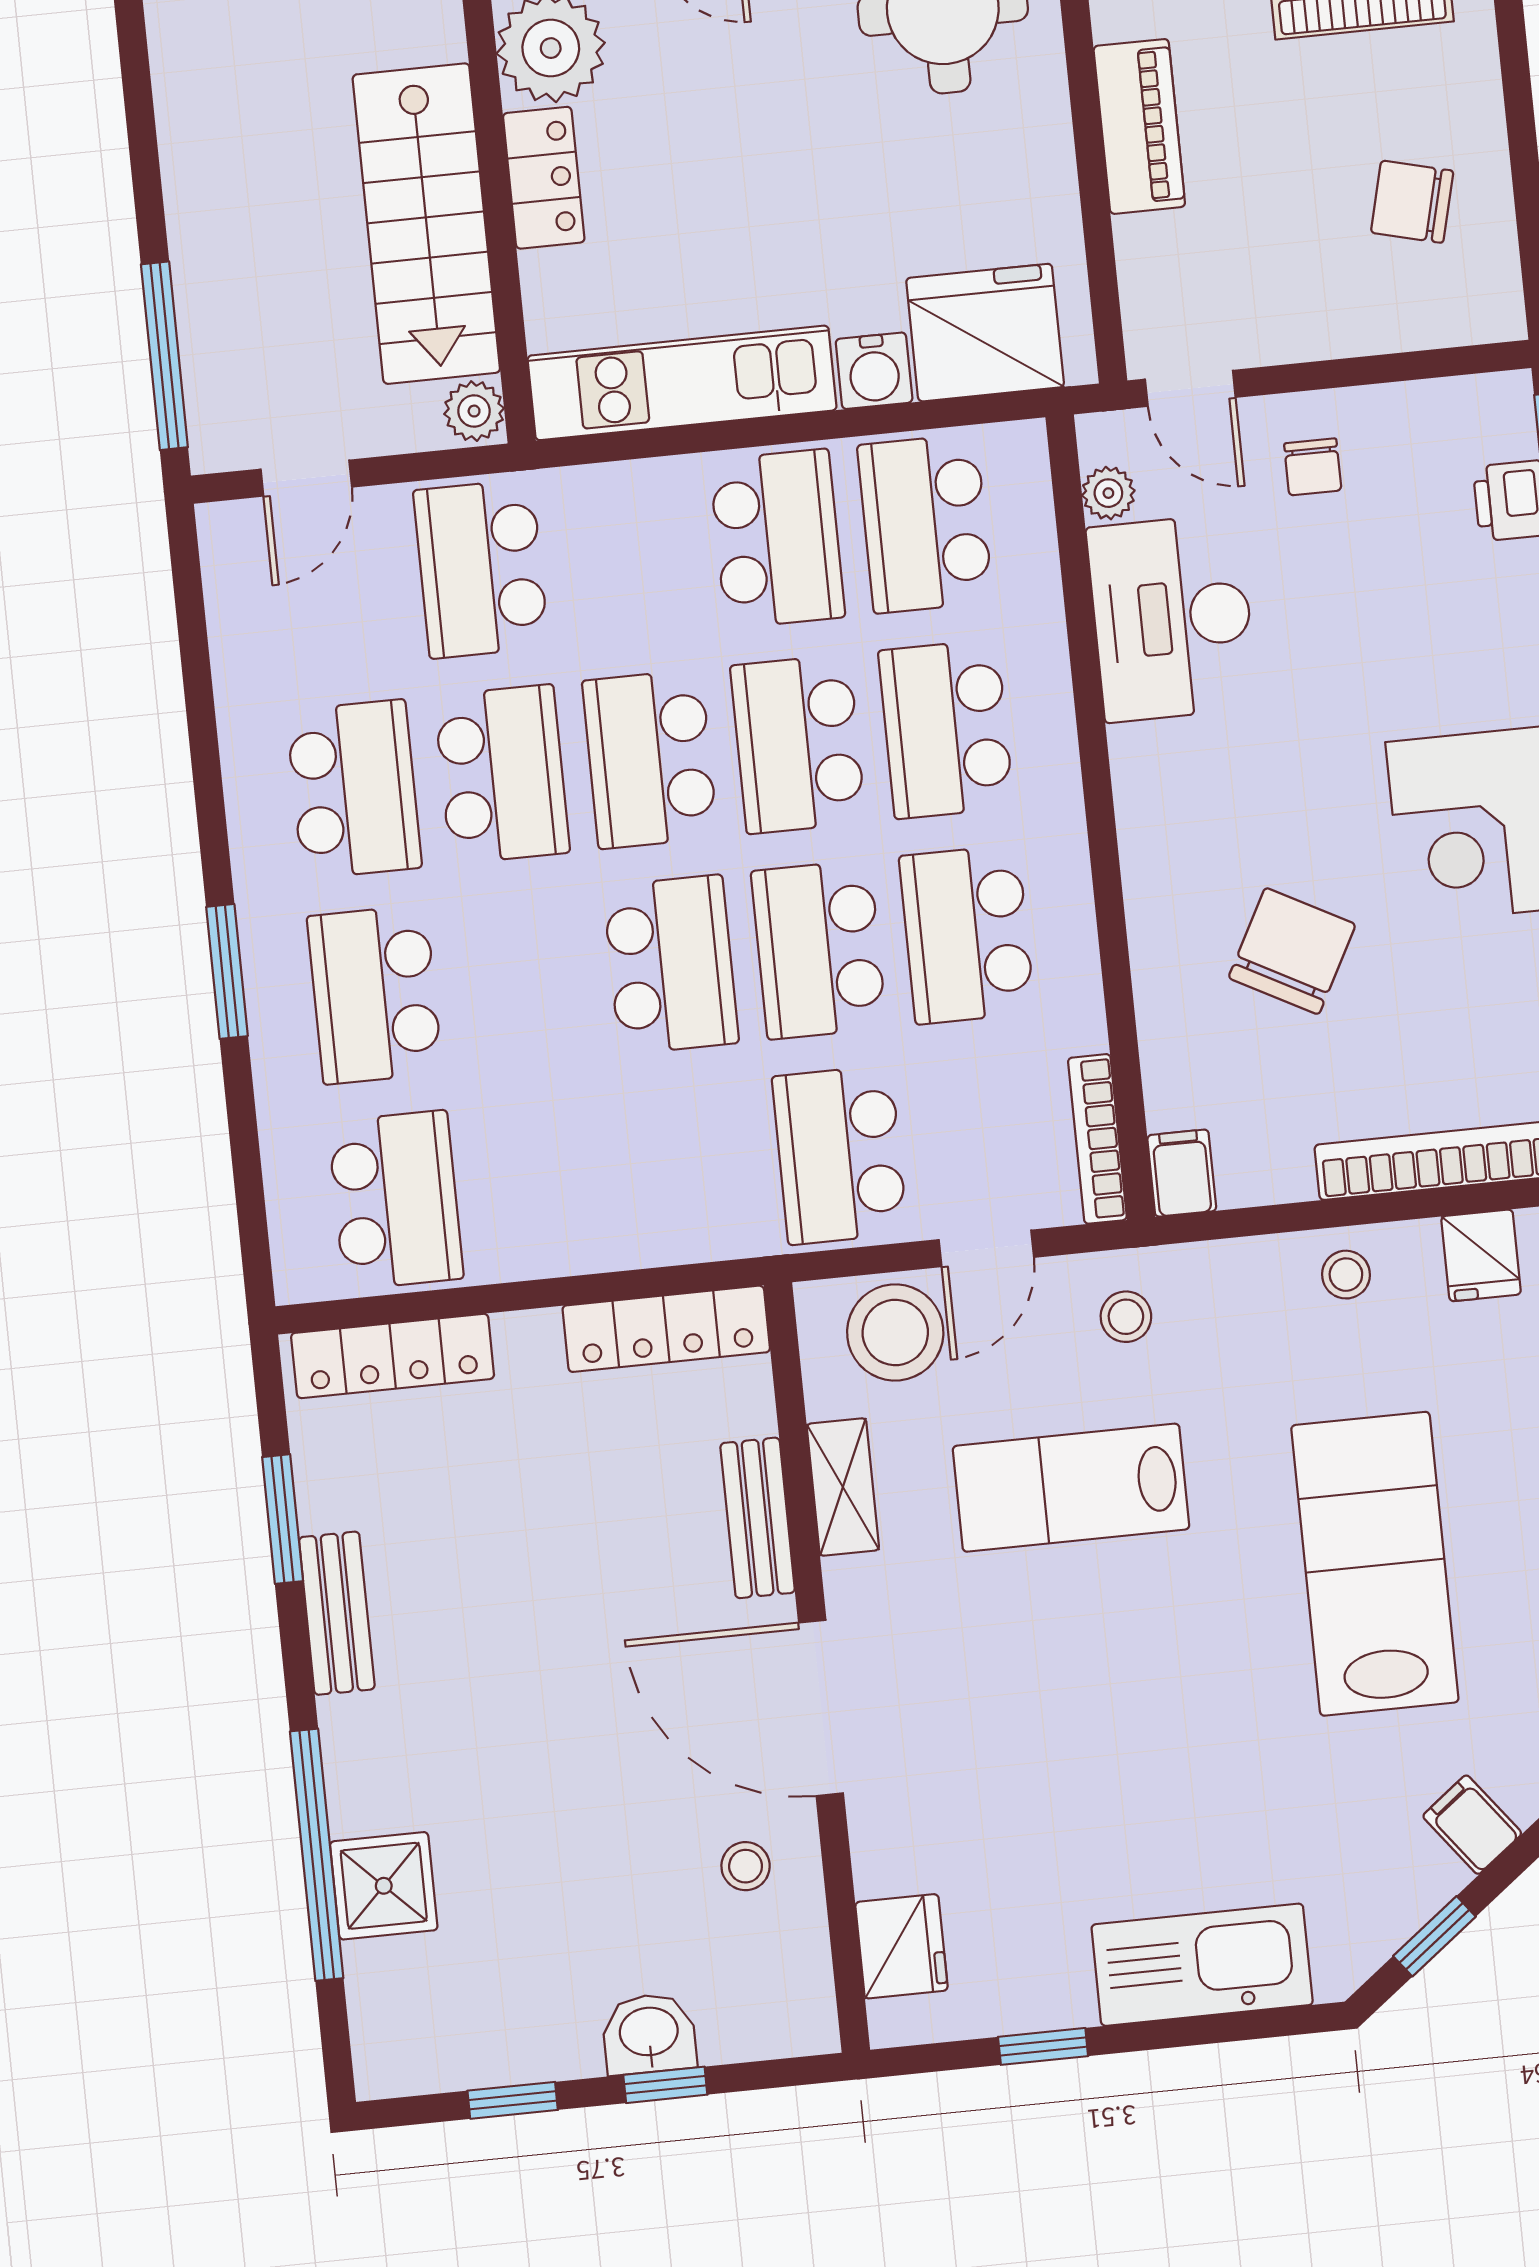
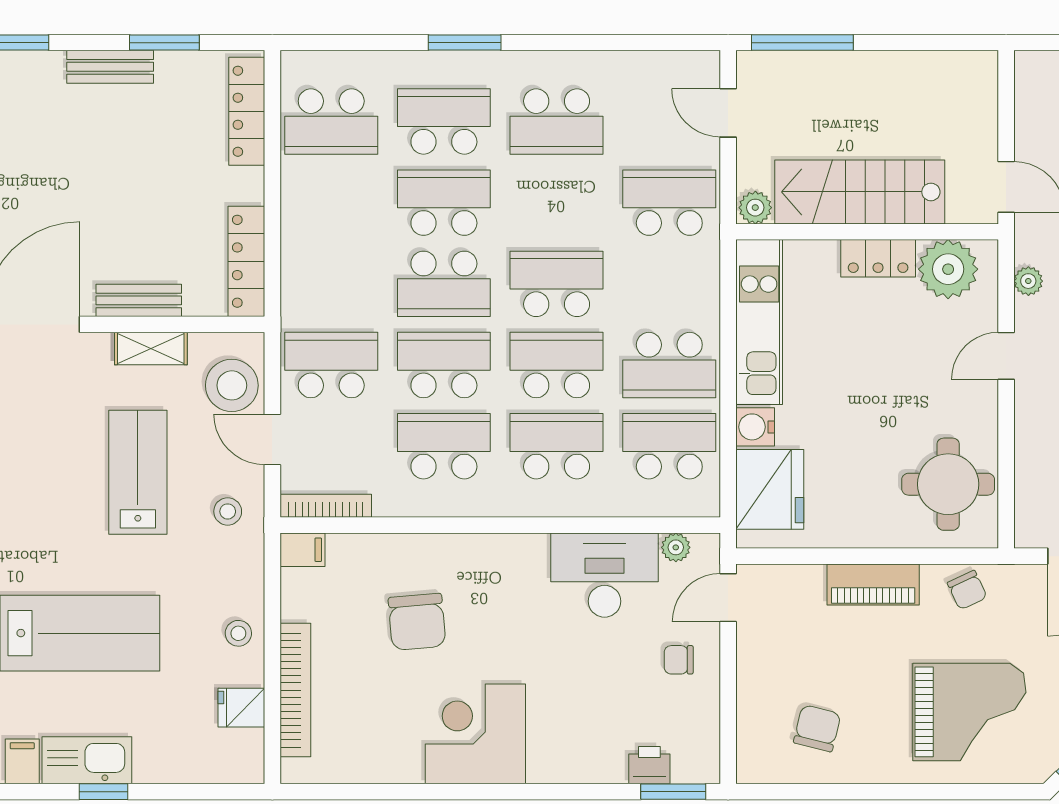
school desk: (502, 774) -> (444, 203), moved, turned 180
chair: (1292, 951) -> (417, 622), turned 57

